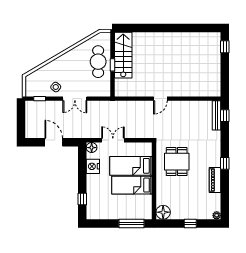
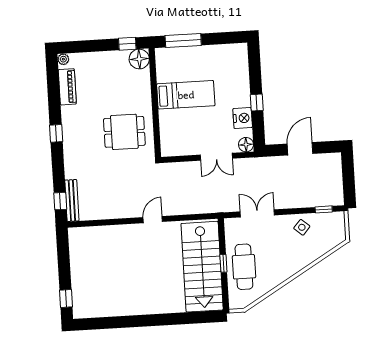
stairs: (123, 55) -> (202, 267), width x1.36, depth x1.51
double door: (75, 99) -> (257, 213), moved
door: (54, 142) -> (300, 149), swing flipped
dining table: (177, 162) -> (124, 132), turned 90
bed: (131, 166) -> (189, 122), removed
piano: (215, 180) -> (67, 87), moved
window: (82, 199) -> (257, 102), moved
window: (190, 223) -> (127, 44), moved

